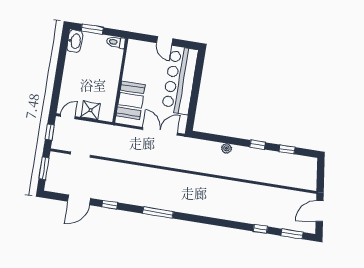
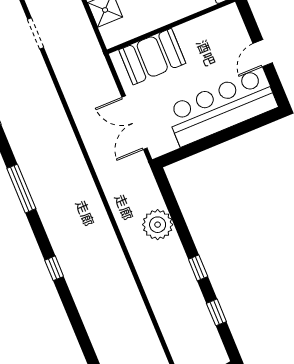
double door: (160, 131) -> (134, 123), swing flipped
plant: (226, 148) -> (158, 225), width x1.87, depth x1.87
window: (260, 229) -> (54, 268), moved

